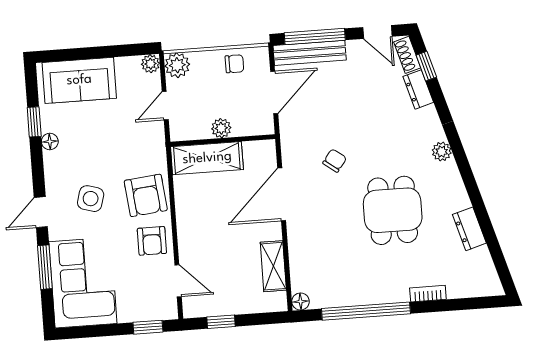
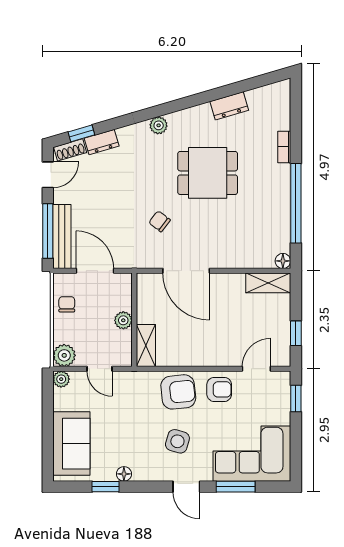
shelving: (207, 158) -> (146, 346), width x0.67, depth x0.75
shelving: (273, 266) -> (268, 283), moved

